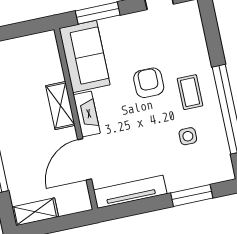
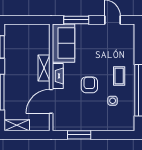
armchair: (149, 83) -> (89, 85), moved
tv unit: (130, 192) -> (73, 125), removed
window: (192, 196) -> (79, 135), moved

